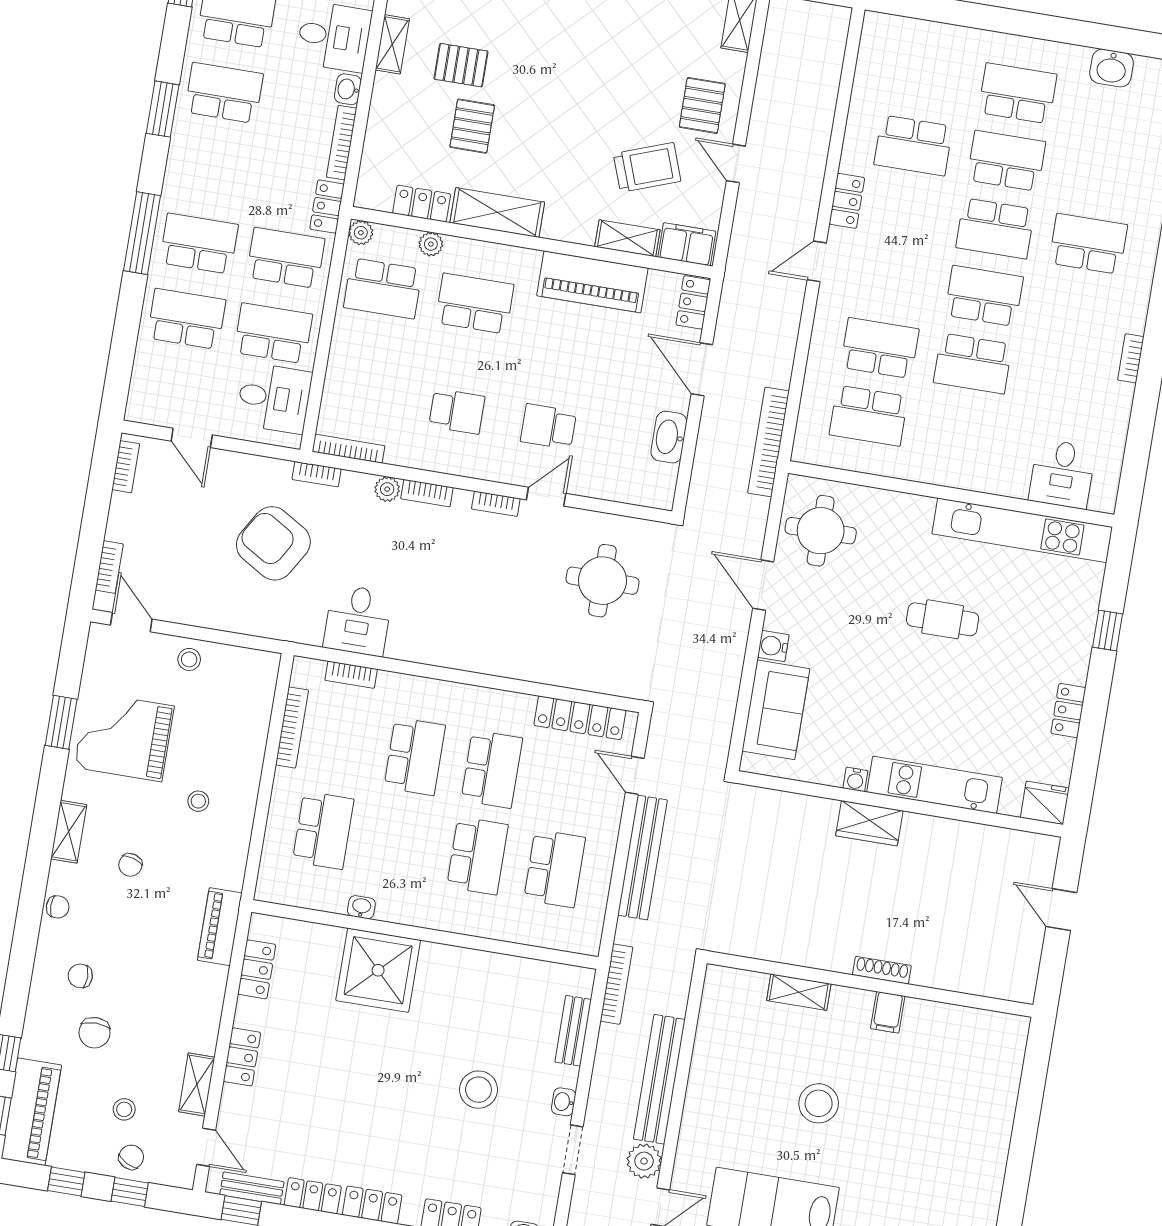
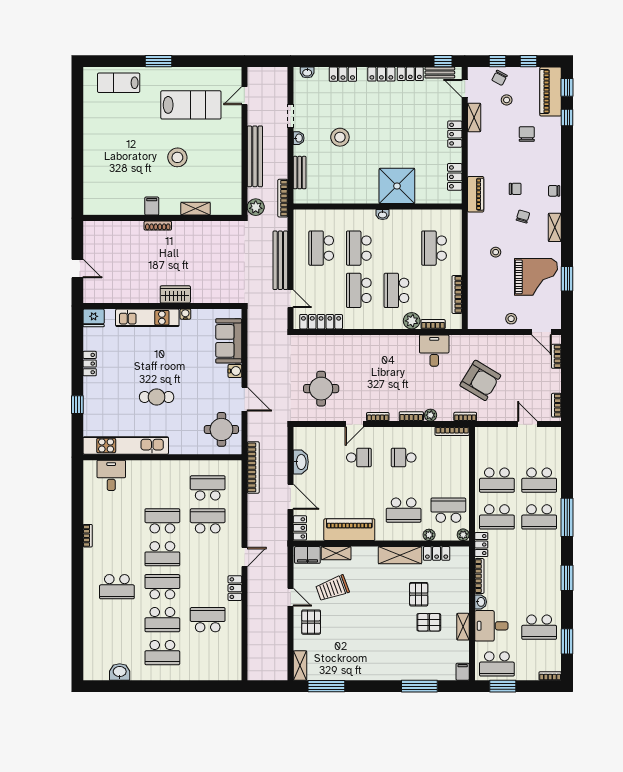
school desk: (224, 93) -> (539, 590), removed
school desk: (880, 348) -> (208, 521), turned 180
desk: (274, 398) -> (491, 449), removed
plant: (394, 689) -> (412, 321), added
washbasin: (361, 907) -> (383, 215), moved
chair: (80, 976) -> (515, 189), moved
plant: (644, 1161) -> (256, 207), moved

